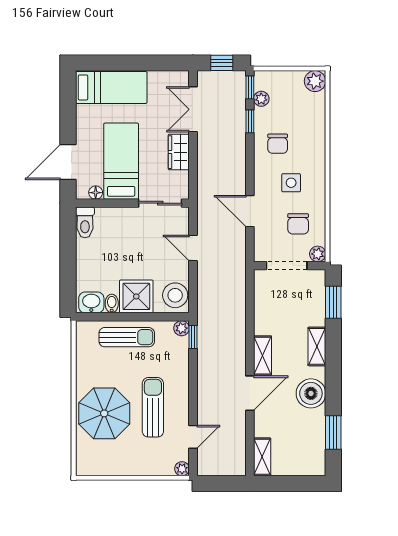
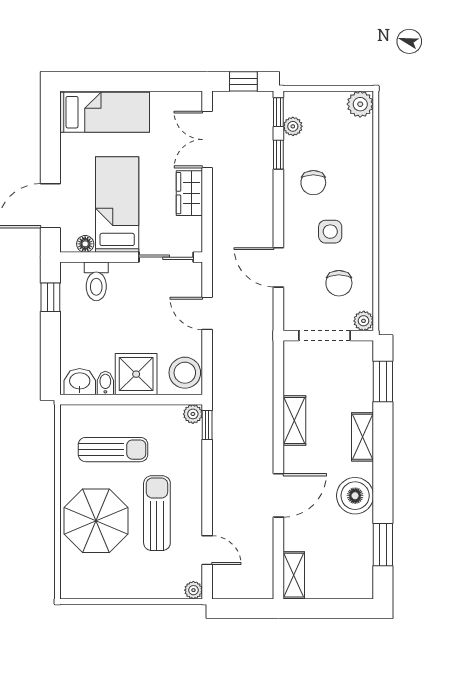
toilet: (85, 222) -> (96, 281), moved
window: (68, 235) -> (50, 297), added
sun lounger: (127, 337) -> (113, 450), moved
shelving: (263, 356) -> (294, 421), moved
door: (193, 437) -> (207, 550), hinge flipped

